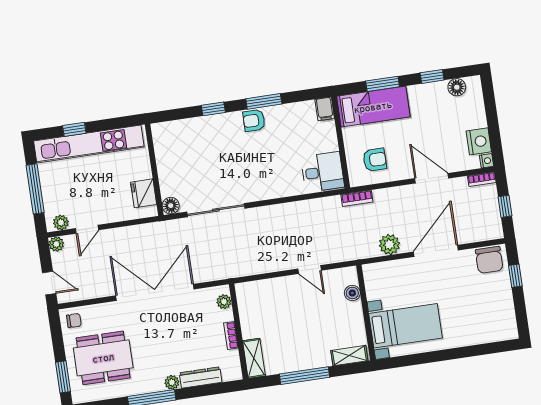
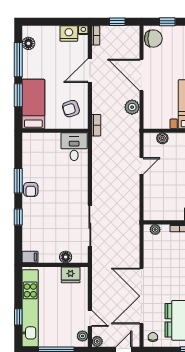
window: (432, 76) -> (18, 60), width x2.17
filing cabinet: (325, 109) -> (30, 257), moved
armchair: (375, 160) -> (71, 109), turned -108
floor lamp: (171, 206) -> (66, 257), moved
double door: (155, 292) -> (141, 296), moved

